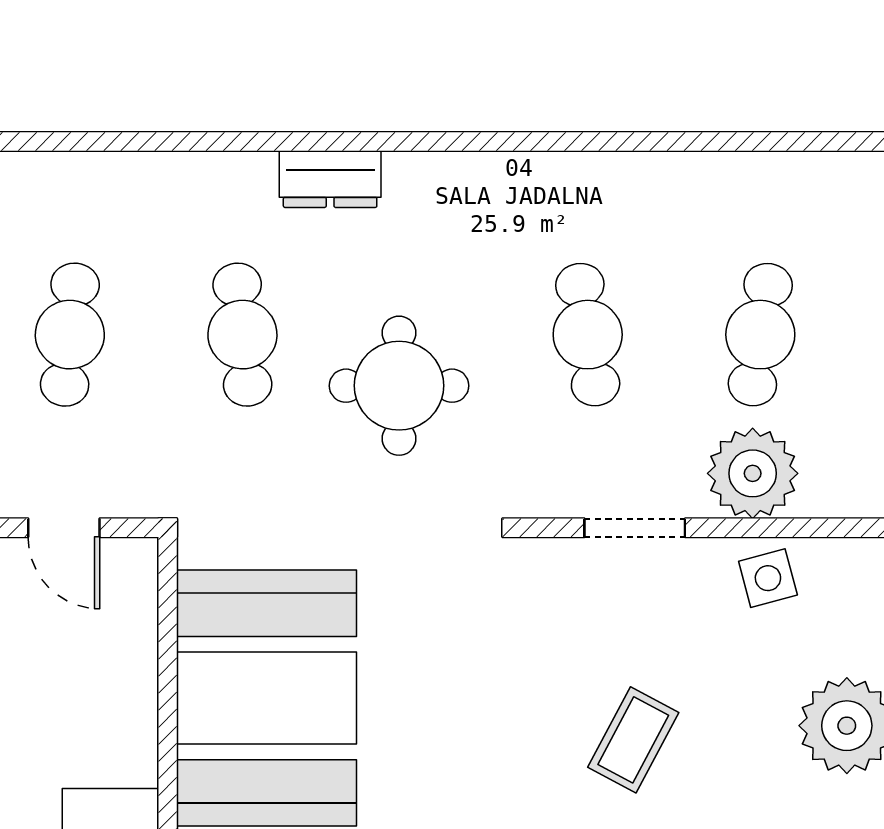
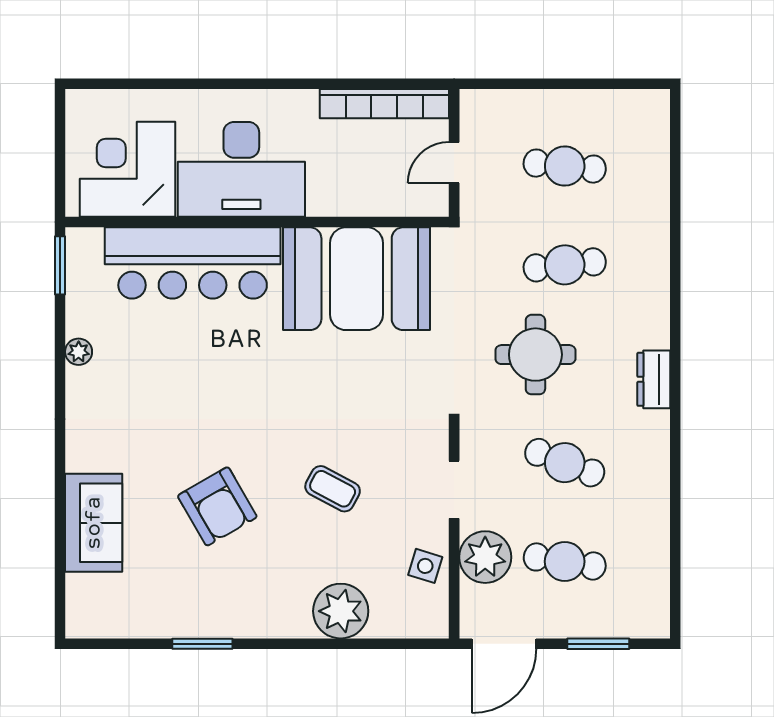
dresser: (330, 179) -> (654, 379), moved
cafe table: (588, 335) -> (565, 463), turned 30
side table: (768, 578) -> (425, 566), turned 32

